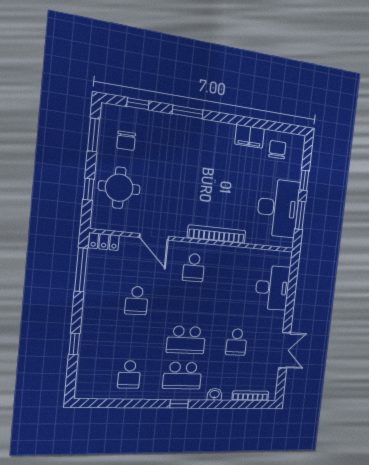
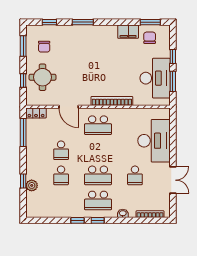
window: (281, 127) -> (150, 22), added
school desk: (194, 268) -> (98, 125), width x1.85
desk: (272, 288) -> (154, 141), width x1.36, depth x1.30
plant: (87, 351) -> (32, 185), added
school desk: (129, 374) -> (61, 175), moved
window: (151, 404) -> (78, 220), added

